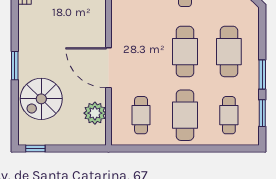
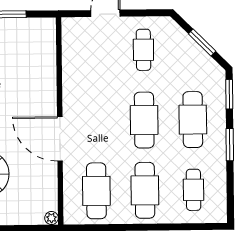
plant: (95, 113) -> (51, 218), moved, width x0.53, depth x0.53
window: (262, 113) -> (229, 94), moved
cafe table: (141, 115) -> (96, 191), width x1.37, depth x1.35

